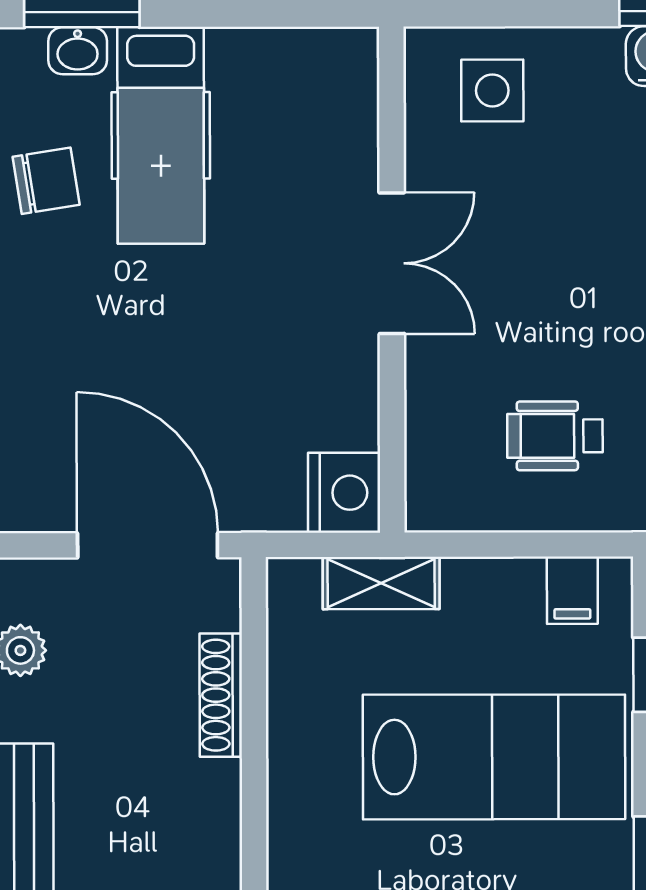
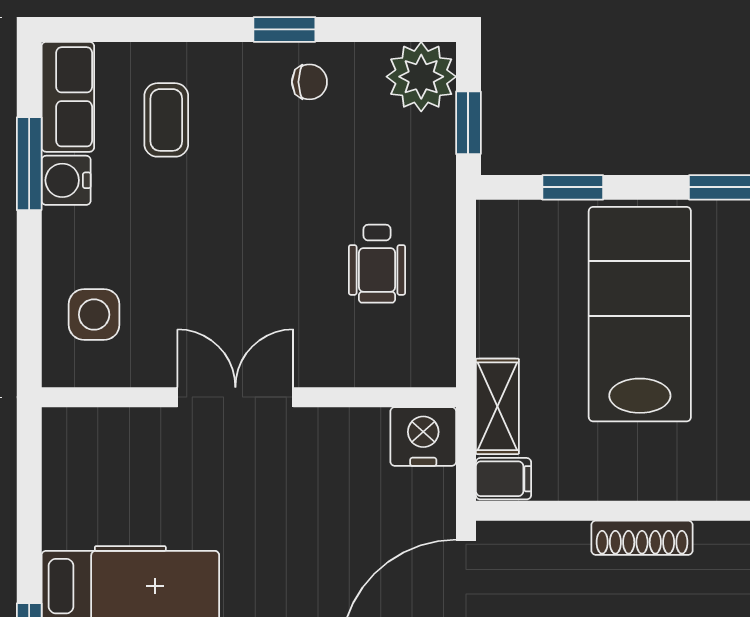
filing cabinet: (572, 590) -> (503, 479), moved
shoe rack: (221, 695) -> (642, 538), moved

